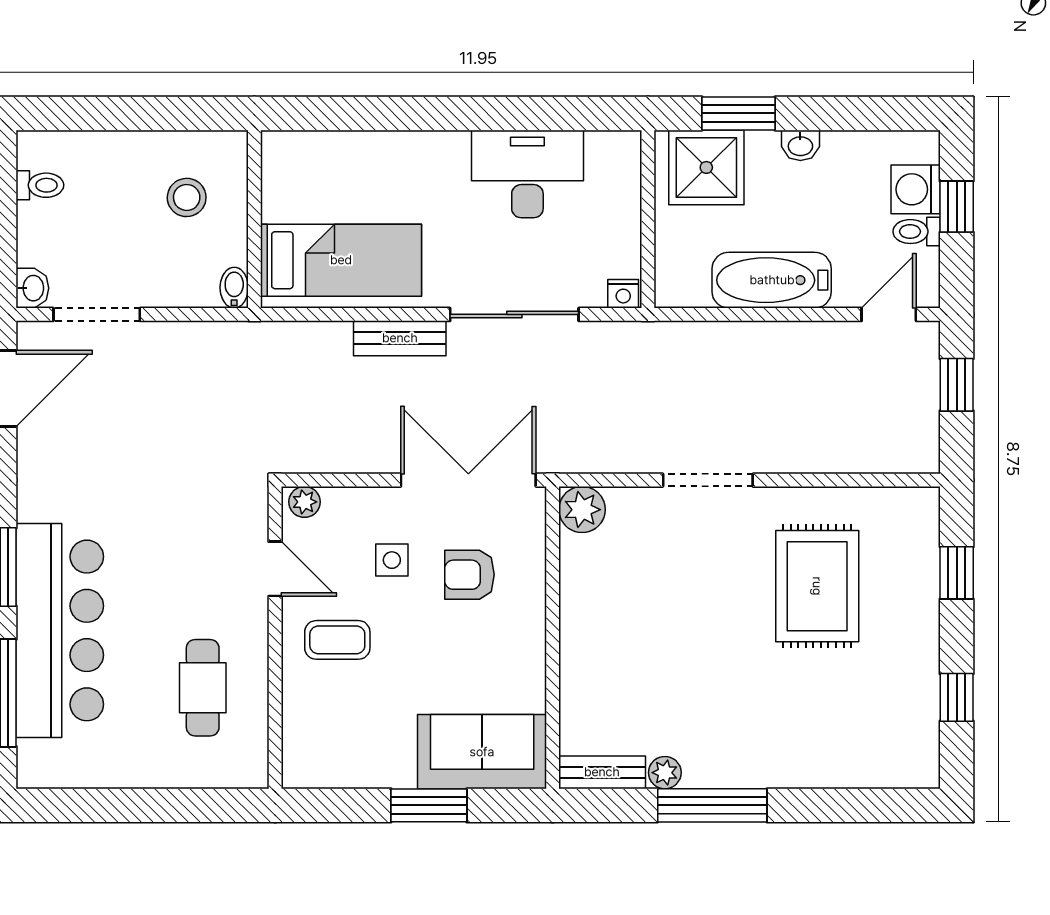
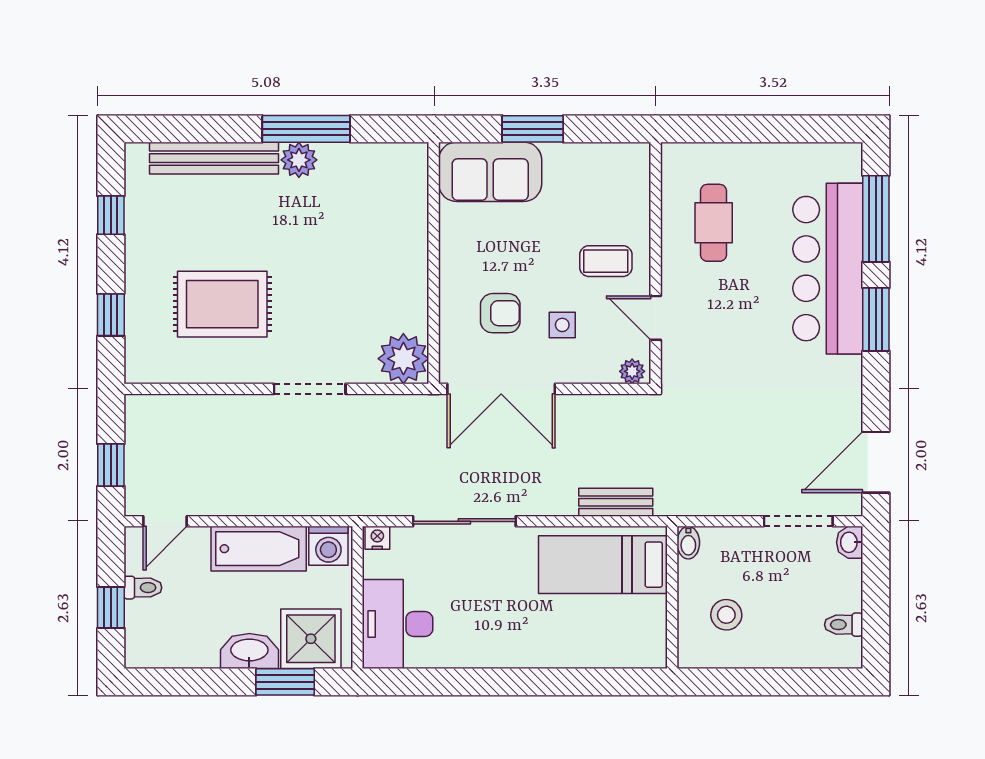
washbasin: (800, 145) -> (249, 651), width x1.91, depth x1.45
desk: (527, 174) -> (398, 624), moved, turned 90
washing machine: (916, 189) -> (328, 546), moved, turned 90
bench: (400, 338) -> (616, 502), moved
plant: (582, 510) -> (403, 359), width x1.36, depth x1.36
rug: (817, 586) -> (222, 304), turned 90
bench: (602, 772) -> (214, 158), moved, width x1.86, depth x1.21
plant: (665, 773) -> (299, 160), moved, width x1.38, depth x1.38

